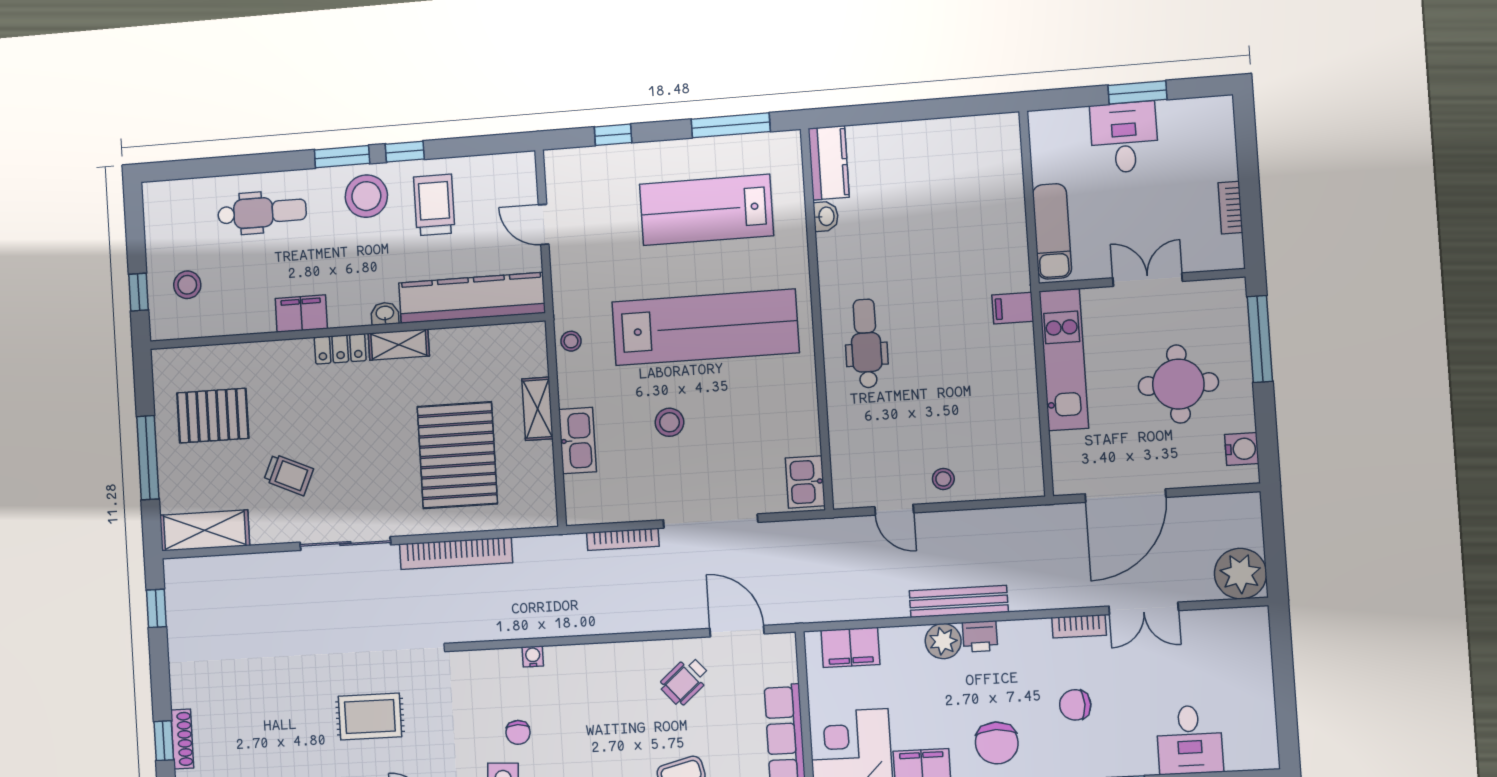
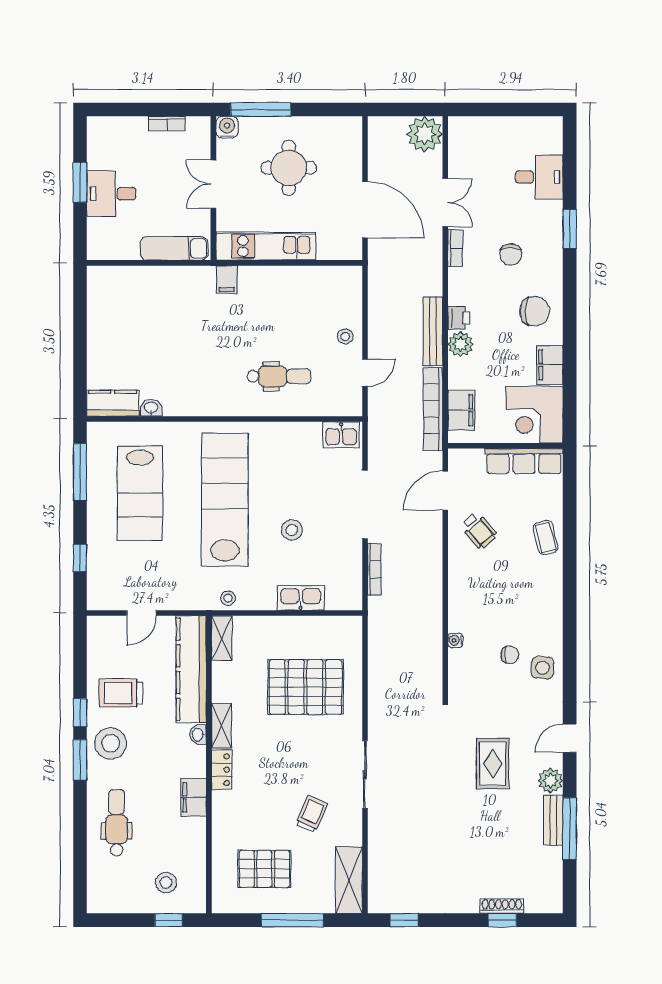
dental chair: (866, 343) -> (279, 376), moved, turned 180
shelving: (537, 409) -> (222, 638), moved, turned 90
pallet: (213, 416) -> (264, 869), turned 90
water cooler: (1242, 449) -> (227, 127), moved
bookcase: (456, 553) -> (433, 409), moved, turned 180

